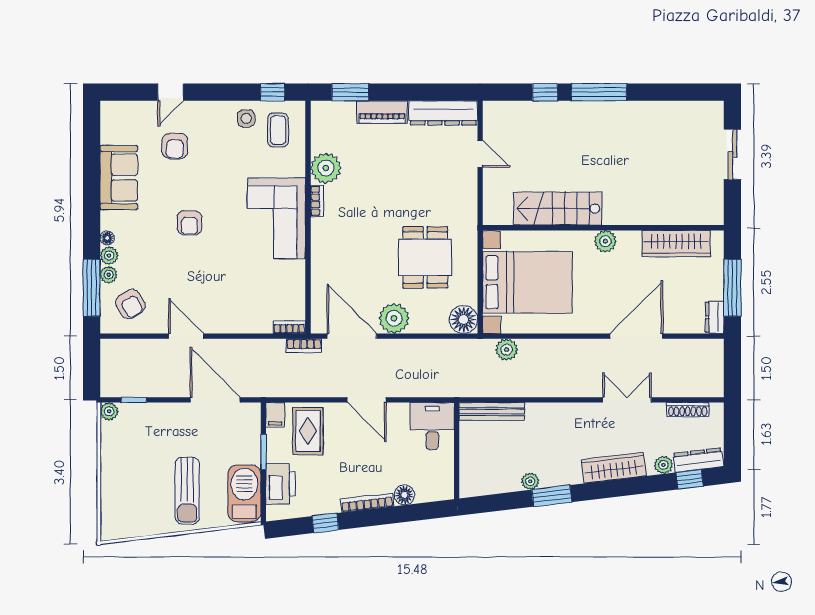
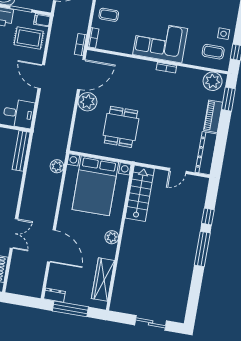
plant: (326, 168) -> (213, 81), moved
stairs: (558, 209) -> (140, 193), moved
dining table: (425, 257) -> (121, 127), turned 90
coffee table: (248, 309) -> (109, 15), added
floor lamp: (463, 320) -> (80, 143), removed
door: (367, 400) -> (41, 77), hinge flipped

